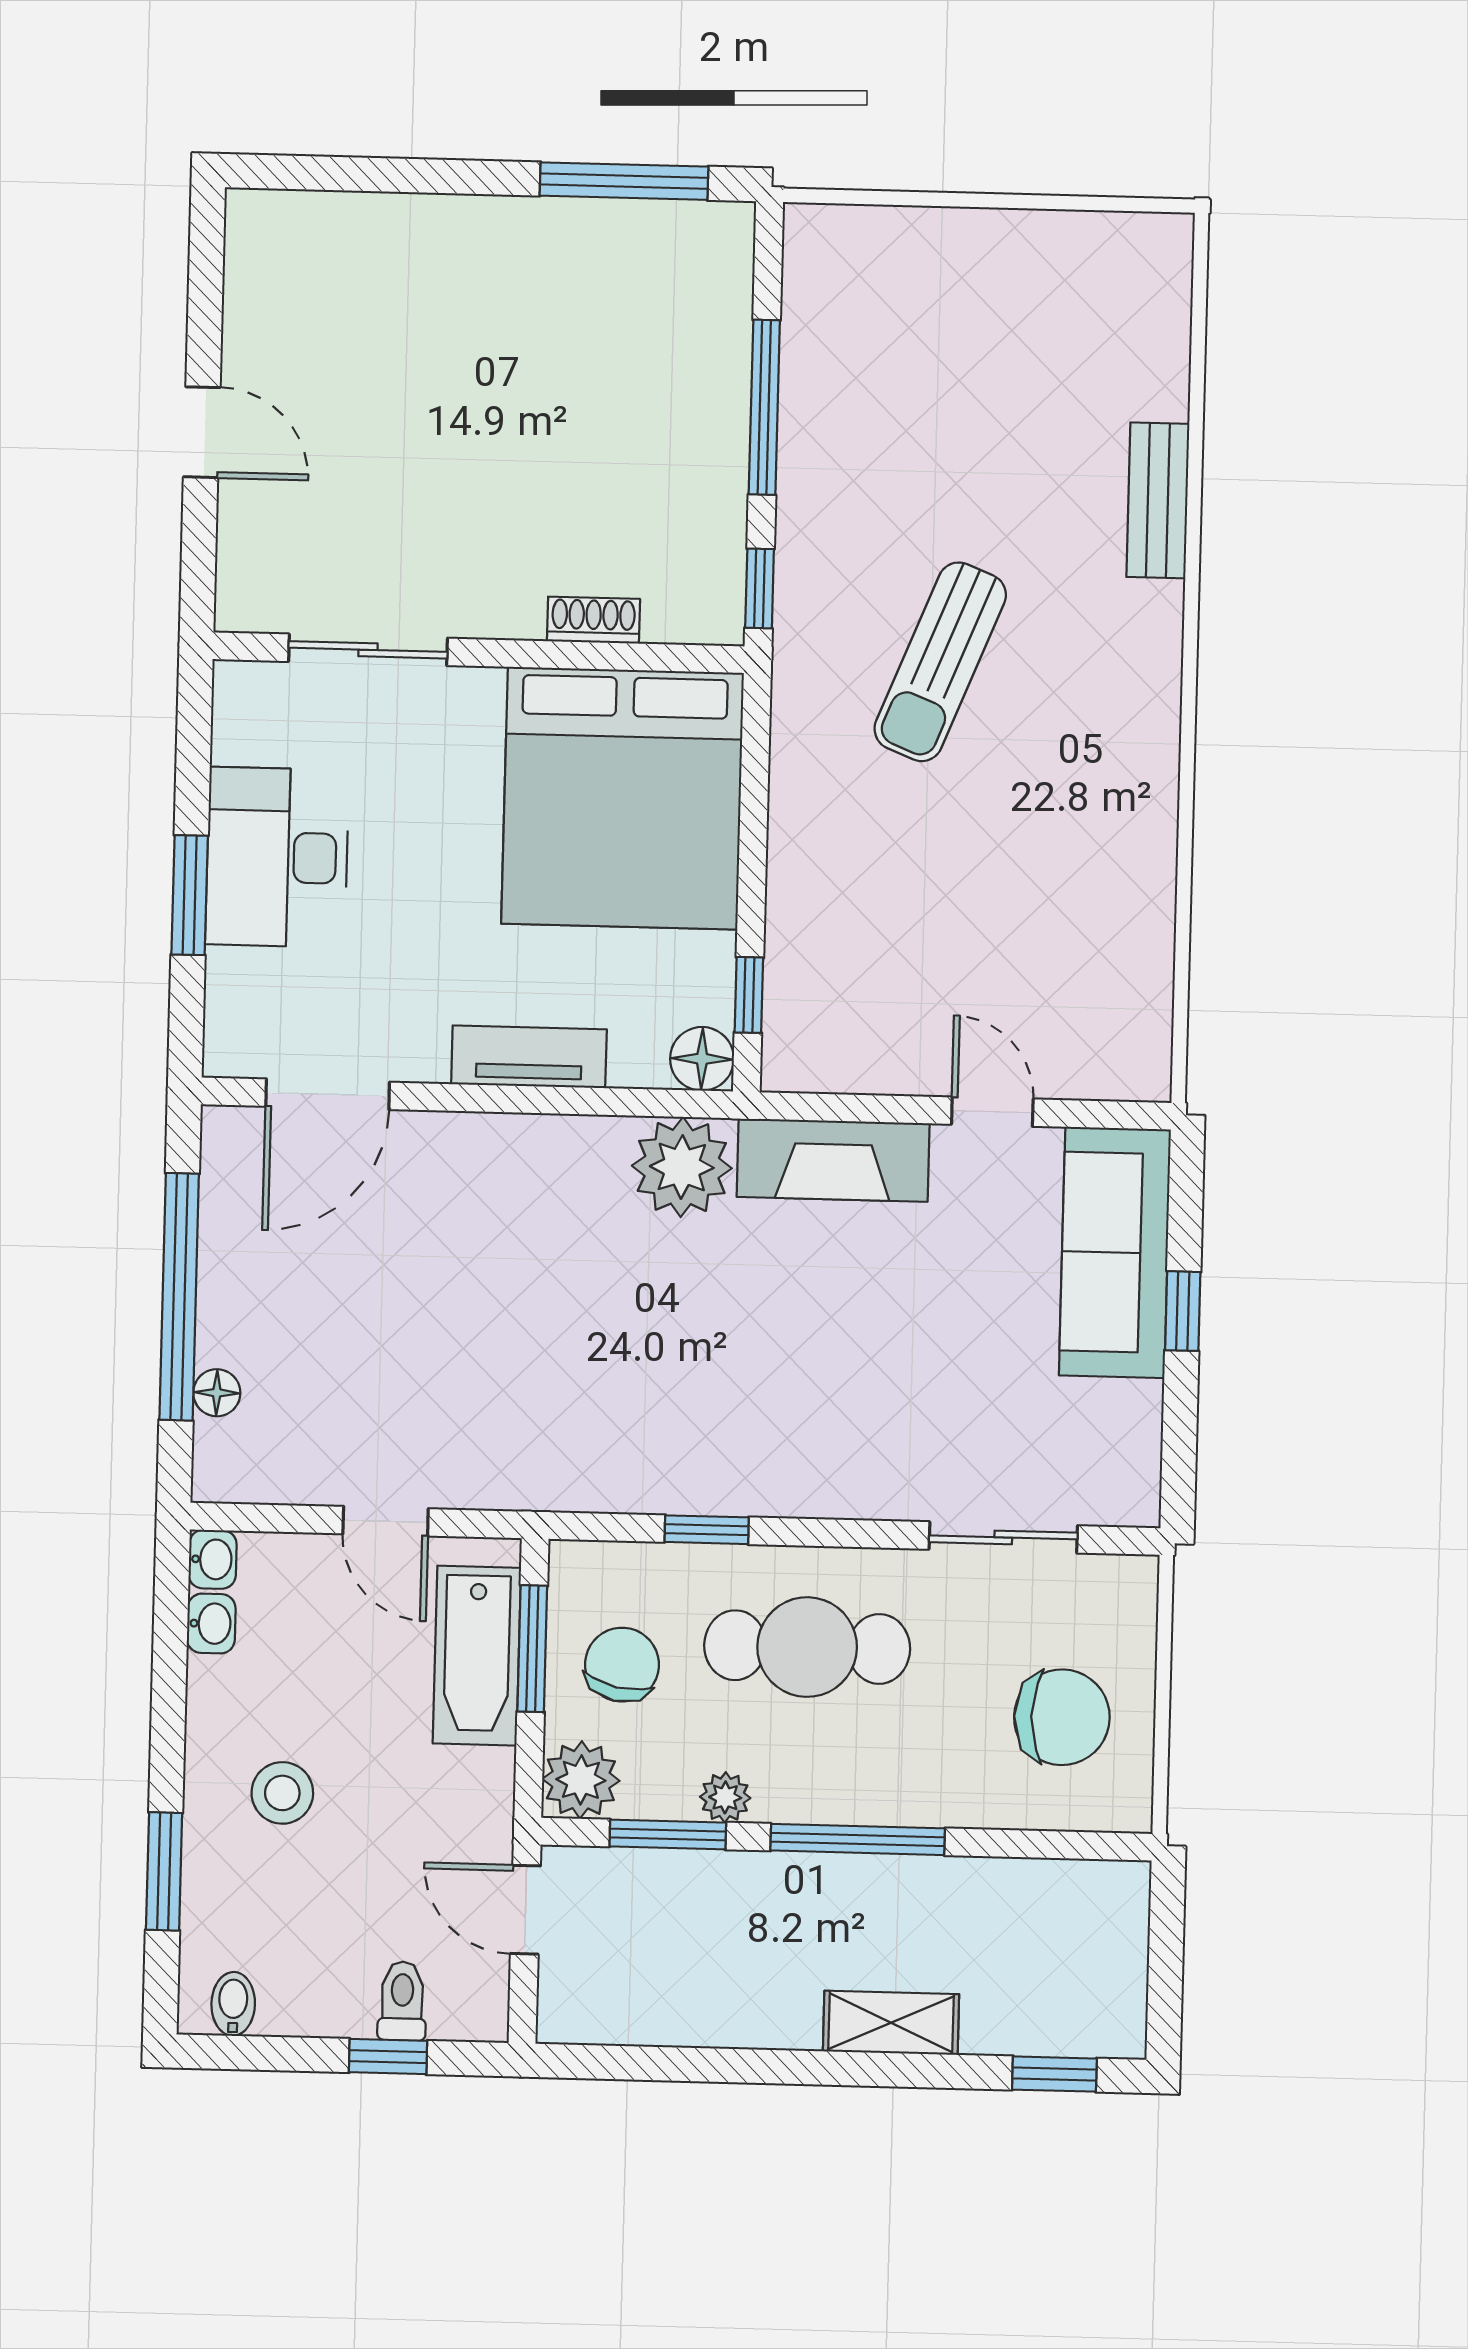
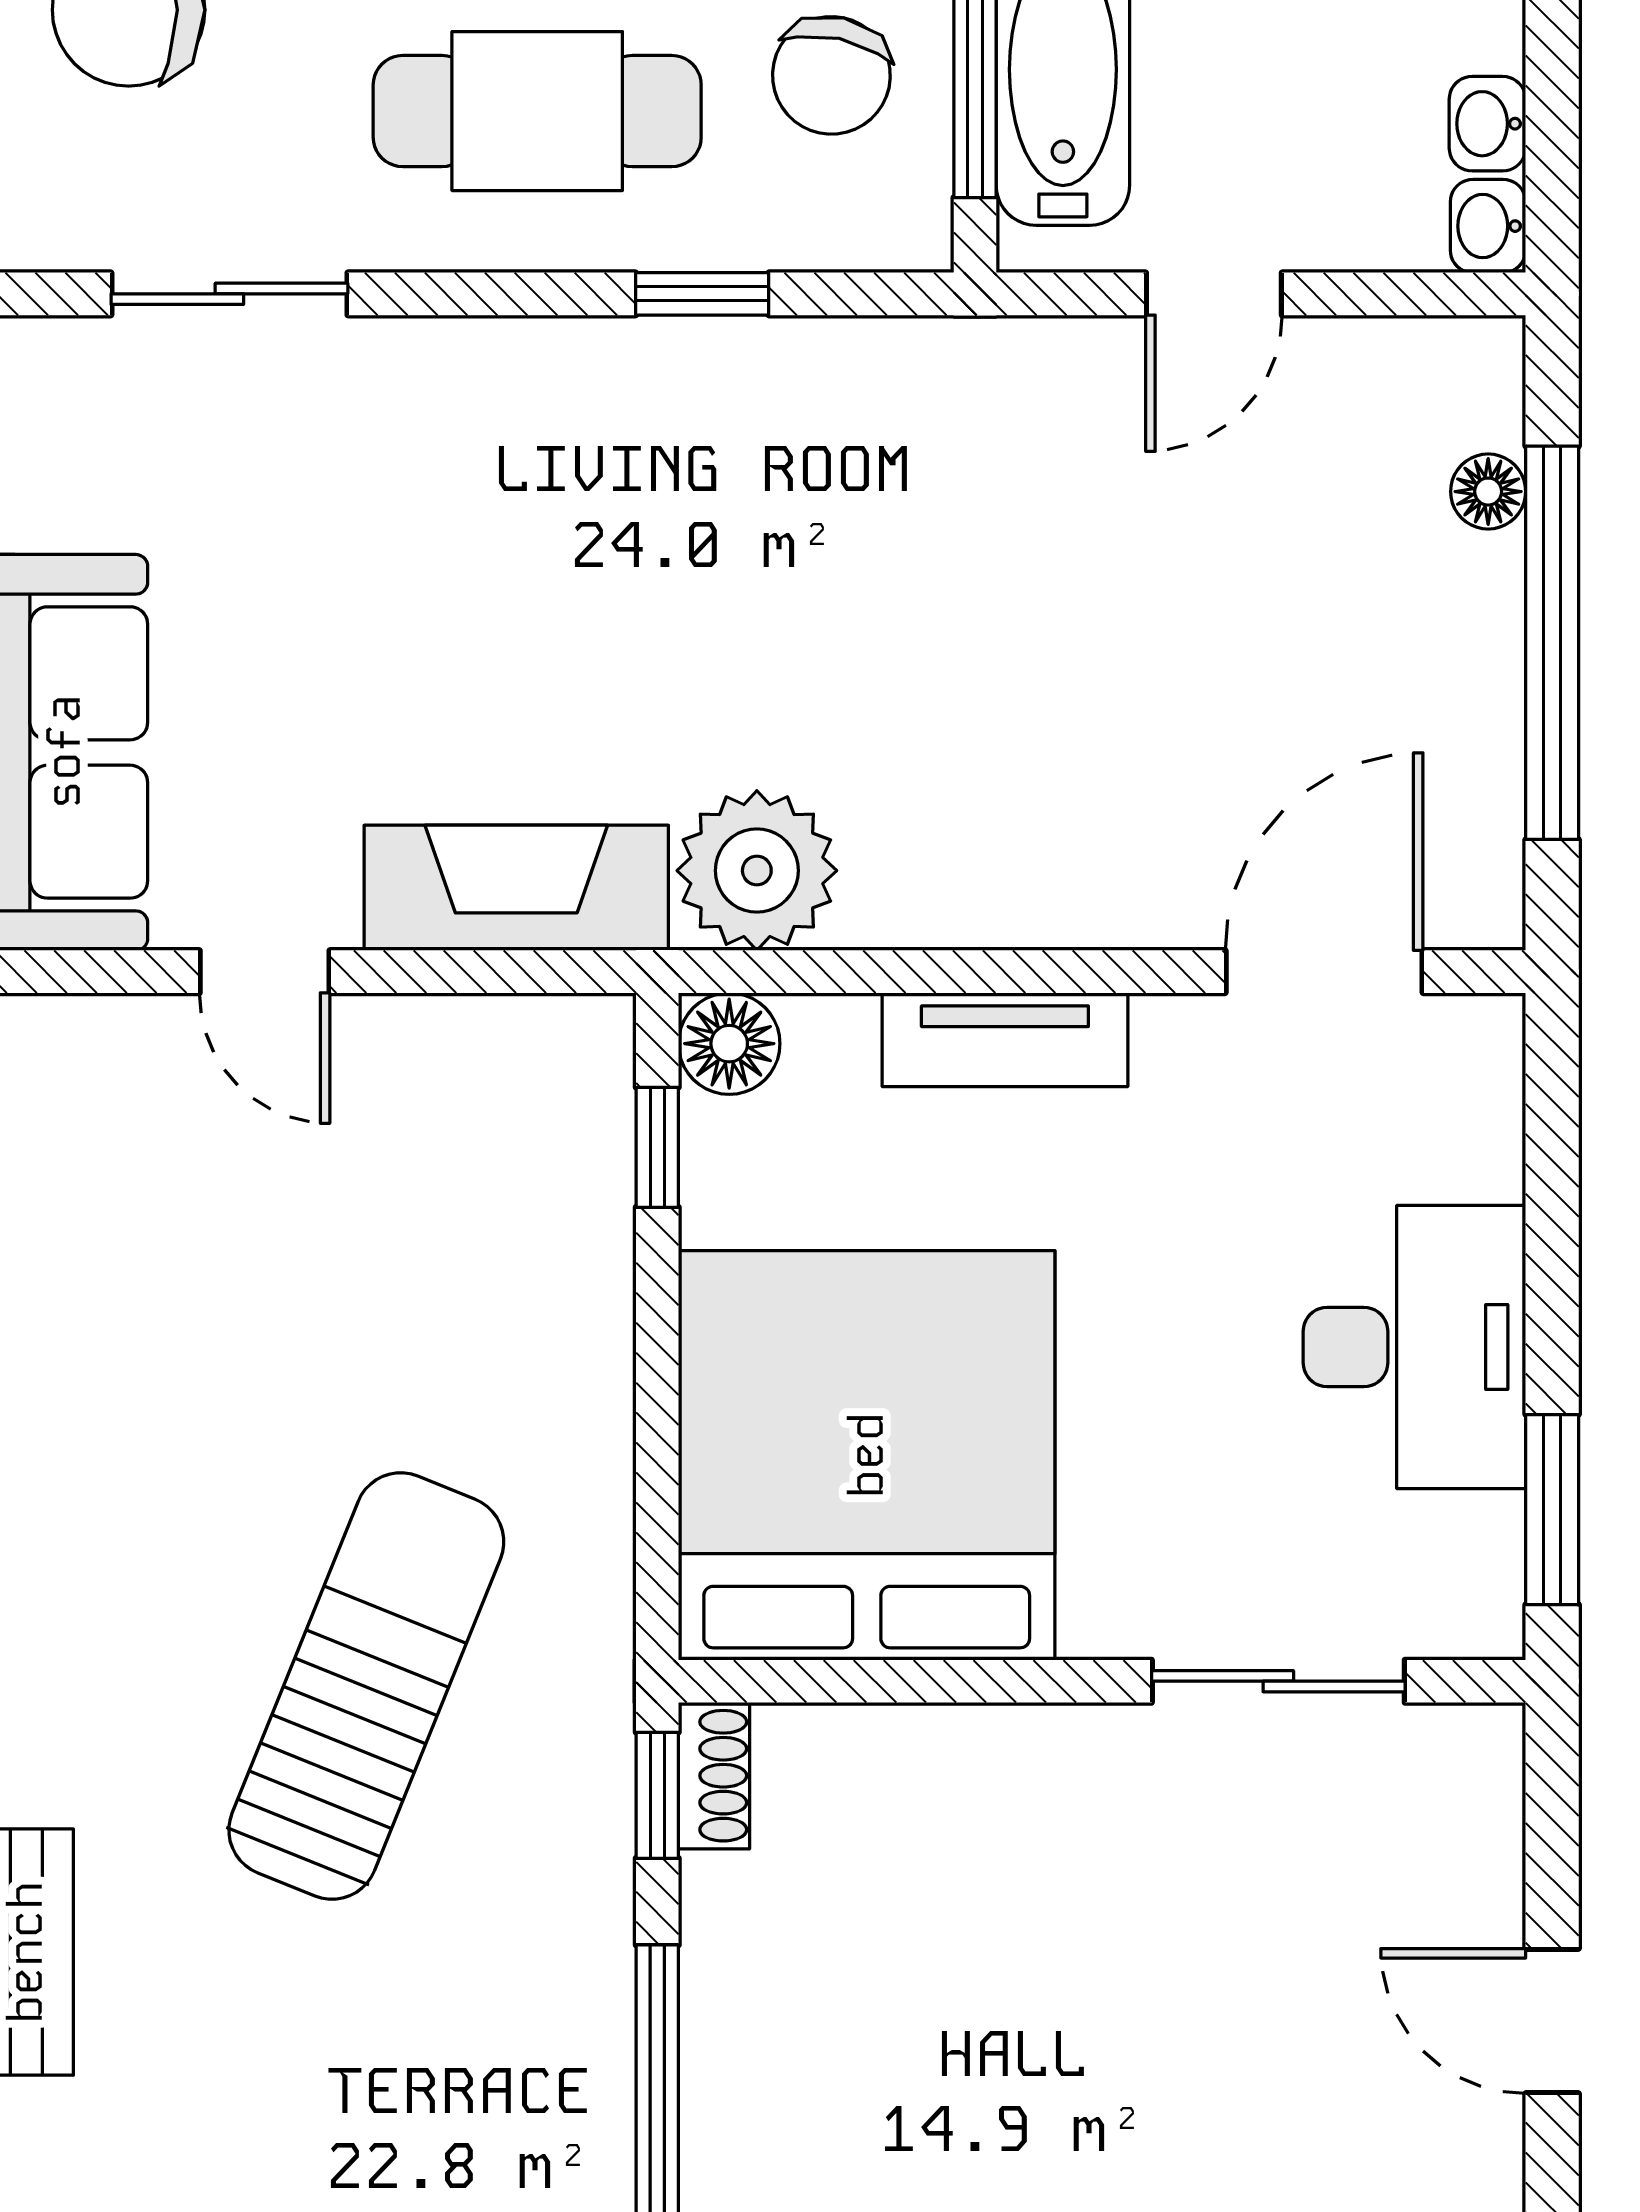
shoe rack: (593, 620) -> (714, 1776), moved, turned -90
sun lounger: (940, 662) -> (366, 1686), width x1.36, depth x1.34
window: (190, 895) -> (1552, 1510), moved
door: (386, 1521) -> (1214, 294), swing flipped

